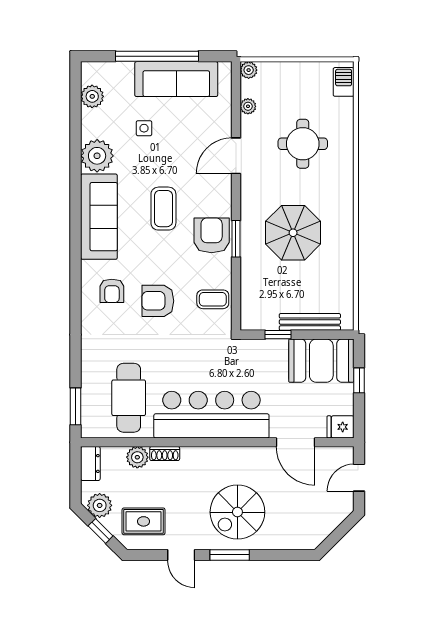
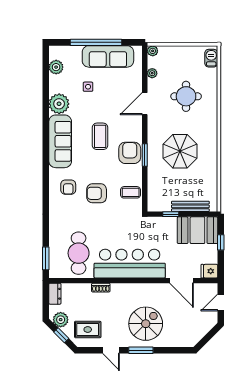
plant: (137, 457) -> (84, 290), removed
spiral stairs: (237, 512) -> (146, 324), turned 180

